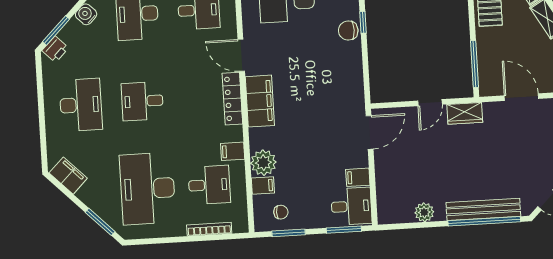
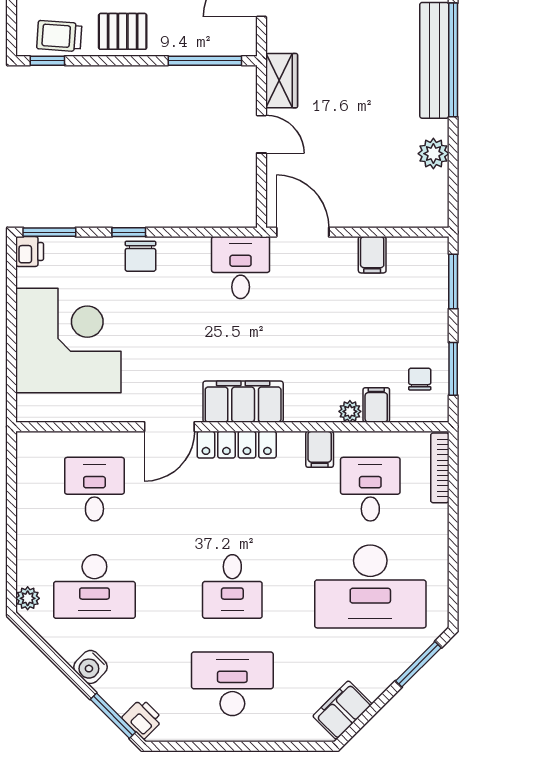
plant: (263, 163) -> (350, 411), width x0.53, depth x0.53
desk: (351, 206) -> (241, 268), moved
bookcase: (209, 229) -> (440, 468), moved

